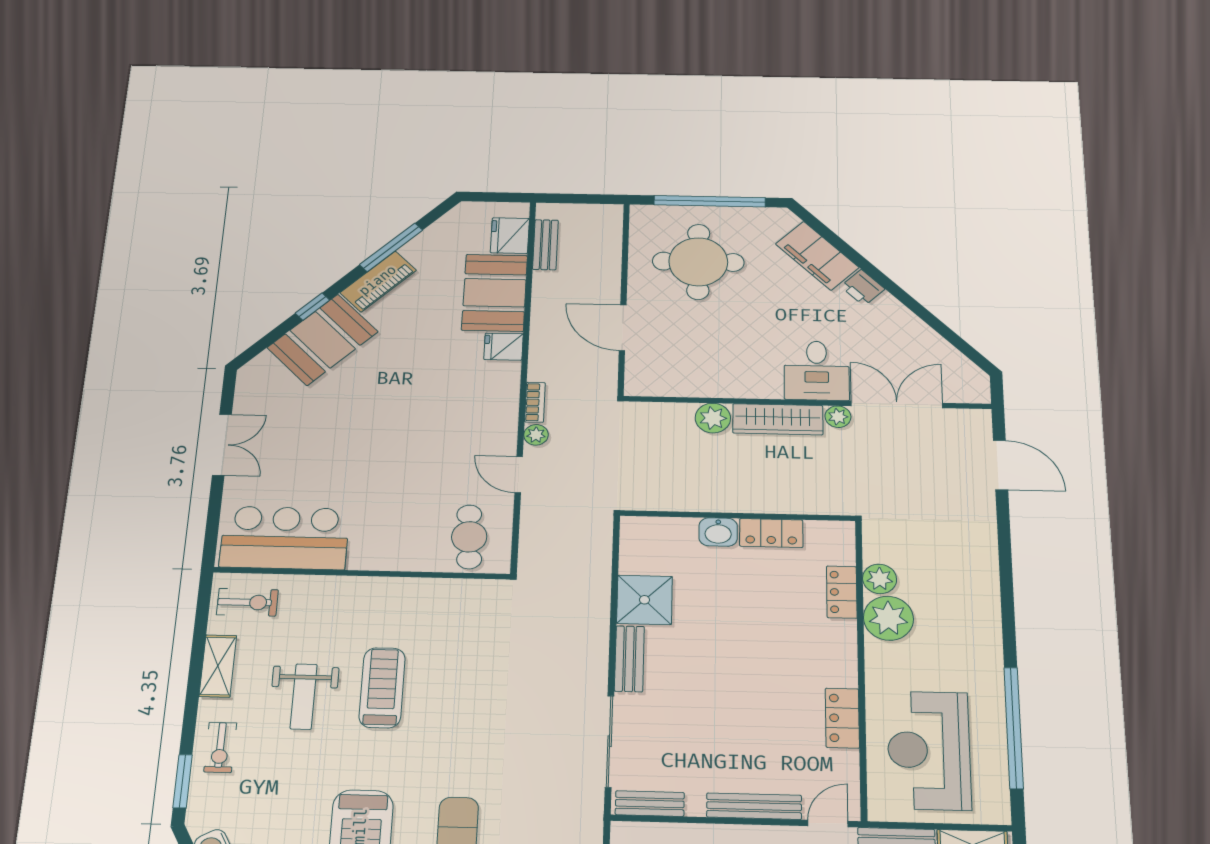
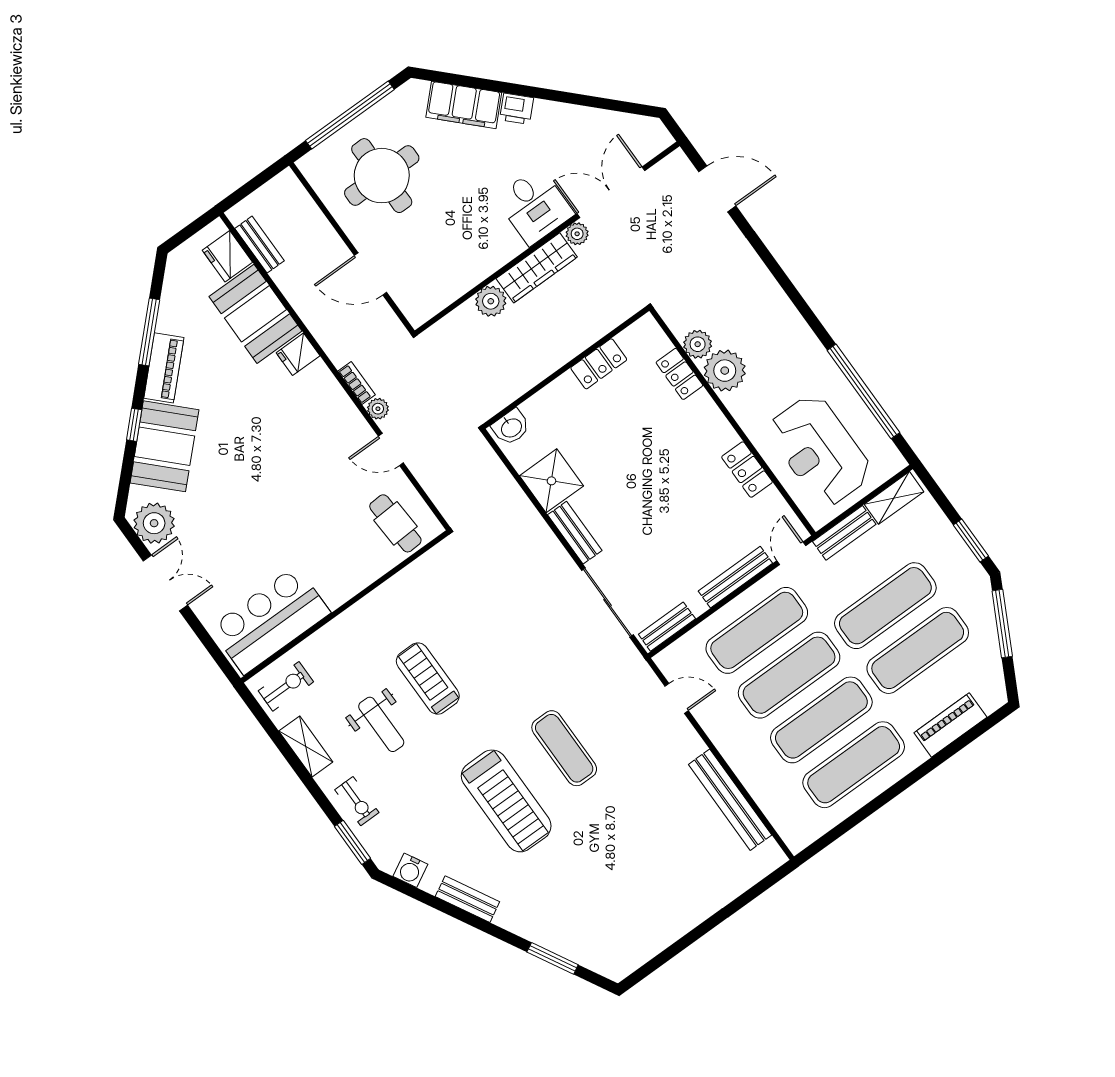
plant: (257, 392) -> (154, 523), added
washbasin: (718, 532) -> (511, 427), moved

